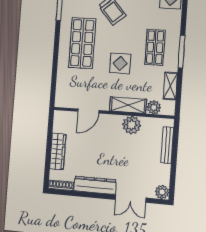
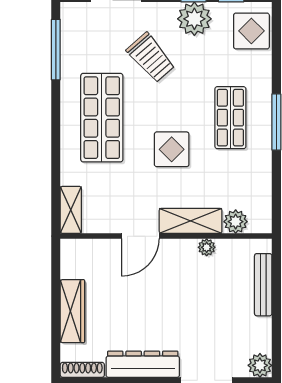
shelving: (170, 86) -> (71, 210), moved
door: (88, 111) -> (140, 236), moved
plant: (132, 125) -> (207, 247), width x0.53, depth x0.53

